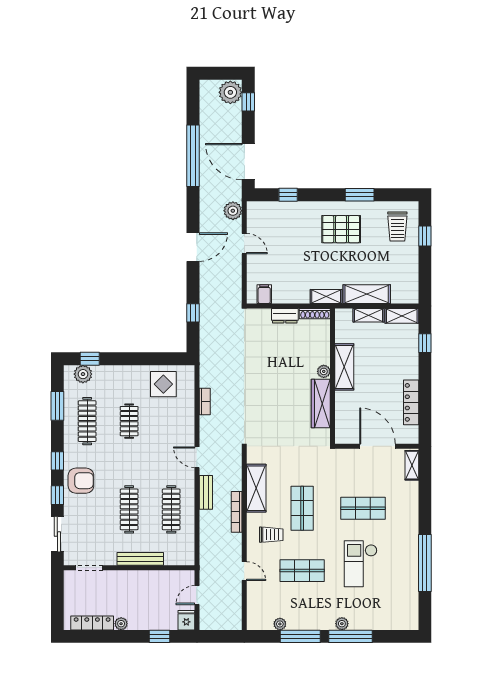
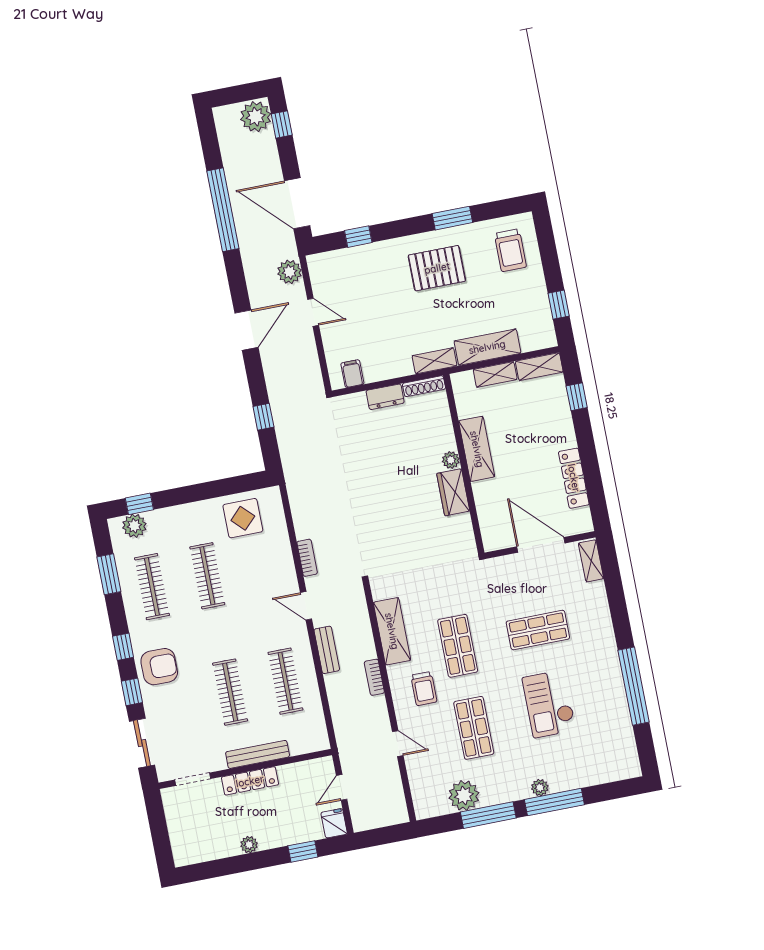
window: (425, 236) -> (559, 305), moved
bookcase: (205, 402) -> (307, 558), moved
wardrobe: (321, 403) -> (453, 492), width x0.67
clothes rail: (129, 421) -> (207, 576), width x1.36
bookcase: (237, 512) -> (374, 677), width x0.64
trolley: (271, 535) -> (424, 689), turned 90
shop shelf: (302, 571) -> (474, 728), turned 90
locker: (92, 623) -> (250, 781), moved, turned 180
plant: (280, 624) -> (464, 796), width x1.88, depth x1.88

